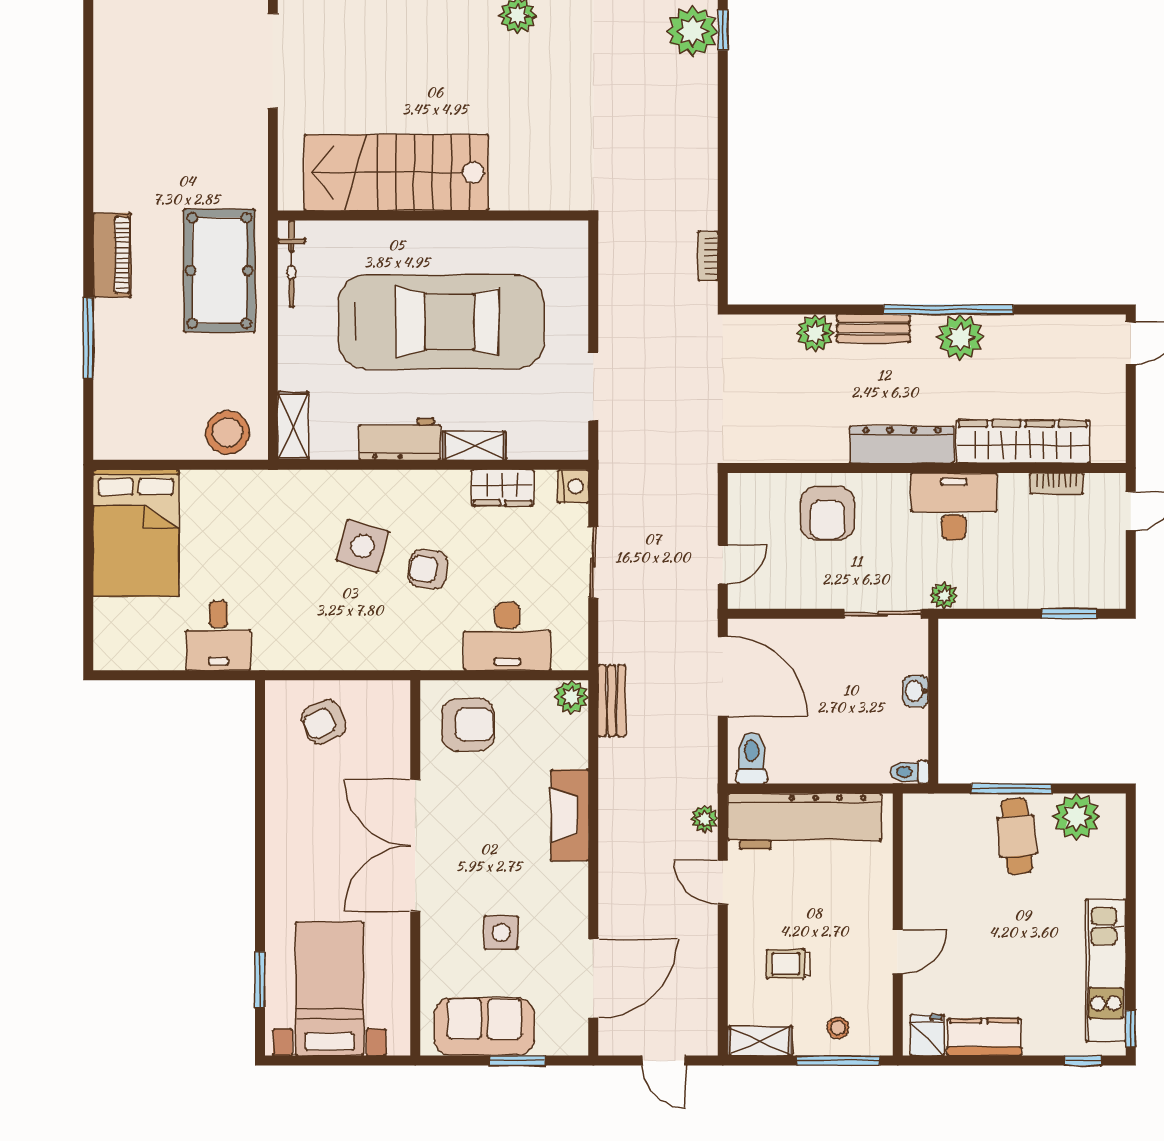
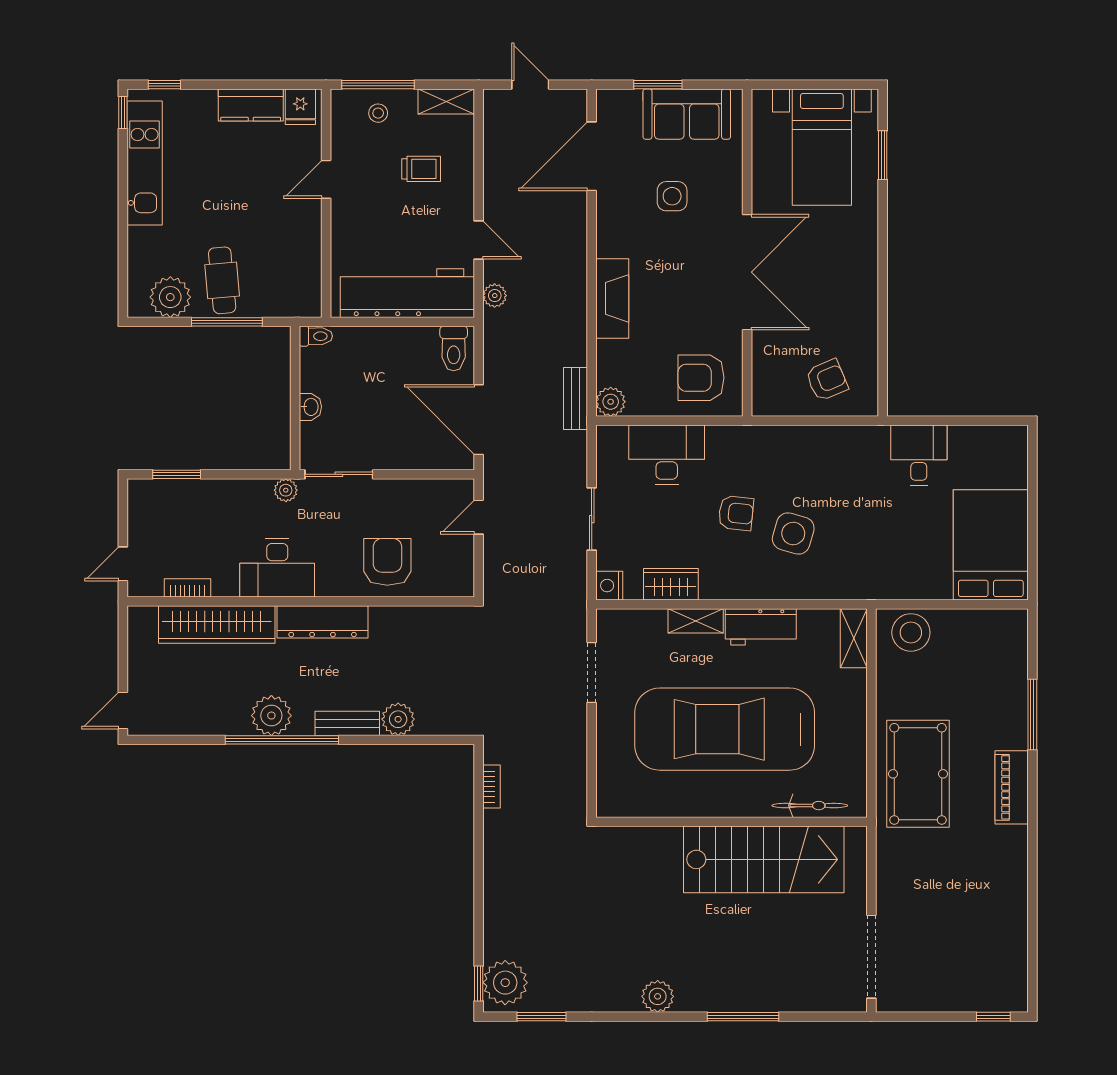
bicycle: (291, 264) -> (810, 806), moved, turned 90

